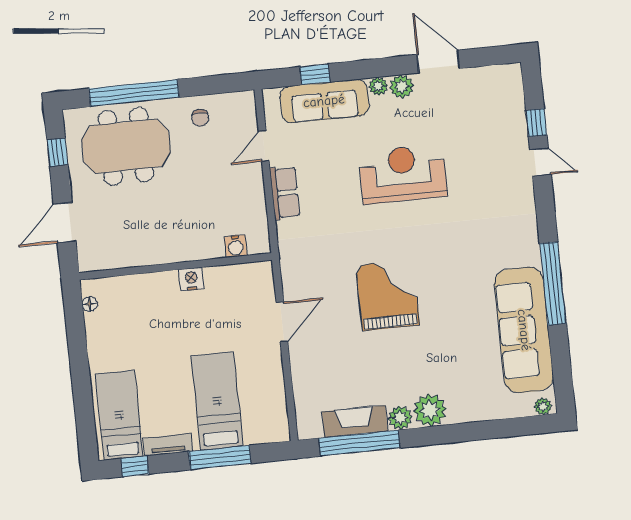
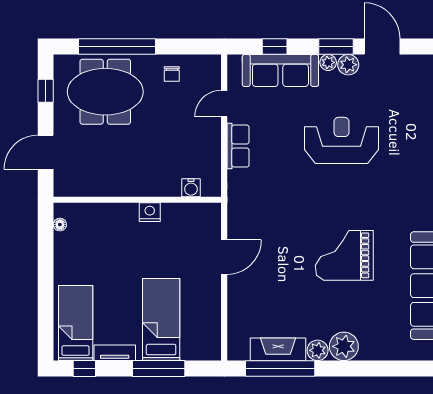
window: (385, 67) -> (336, 47), added
grand piano: (388, 295) -> (344, 255), moved, turned -90

